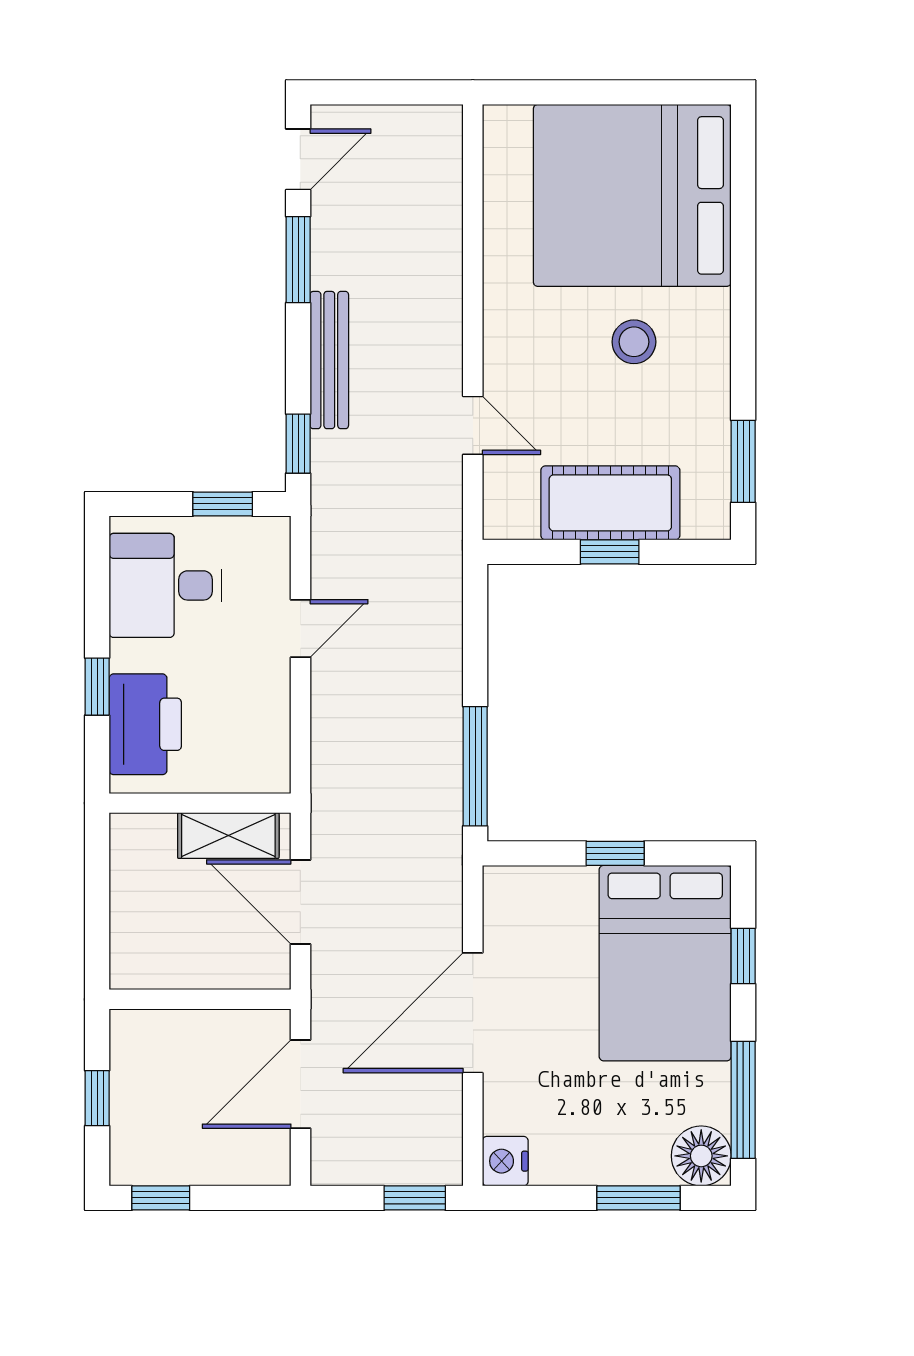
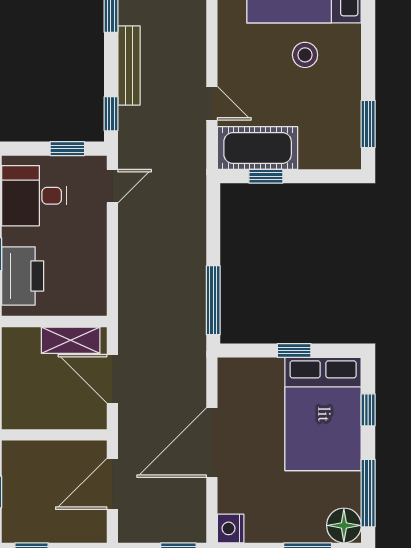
cot: (610, 503) -> (258, 148), moved
window: (610, 552) -> (266, 176), moved
door: (300, 628) -> (112, 186), moved

